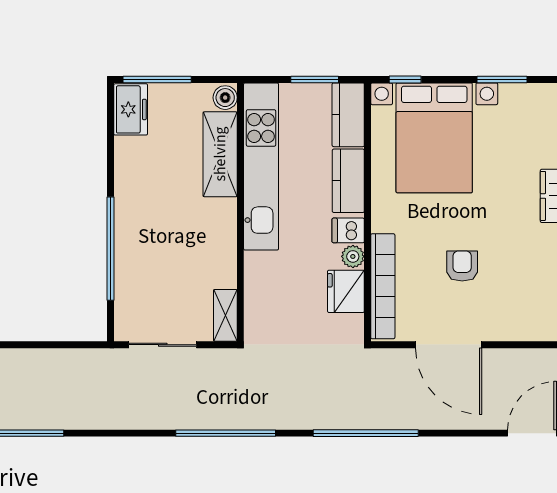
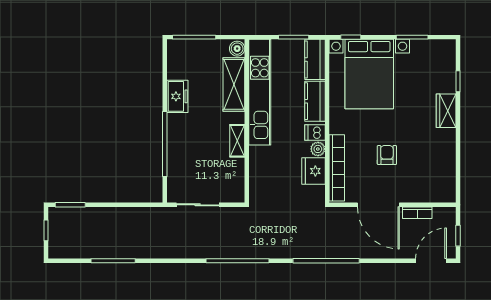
freezer: (131, 109) -> (177, 96), moved
shelving: (225, 315) -> (237, 141), moved
bookcase: (510, 357) -> (417, 213), added

